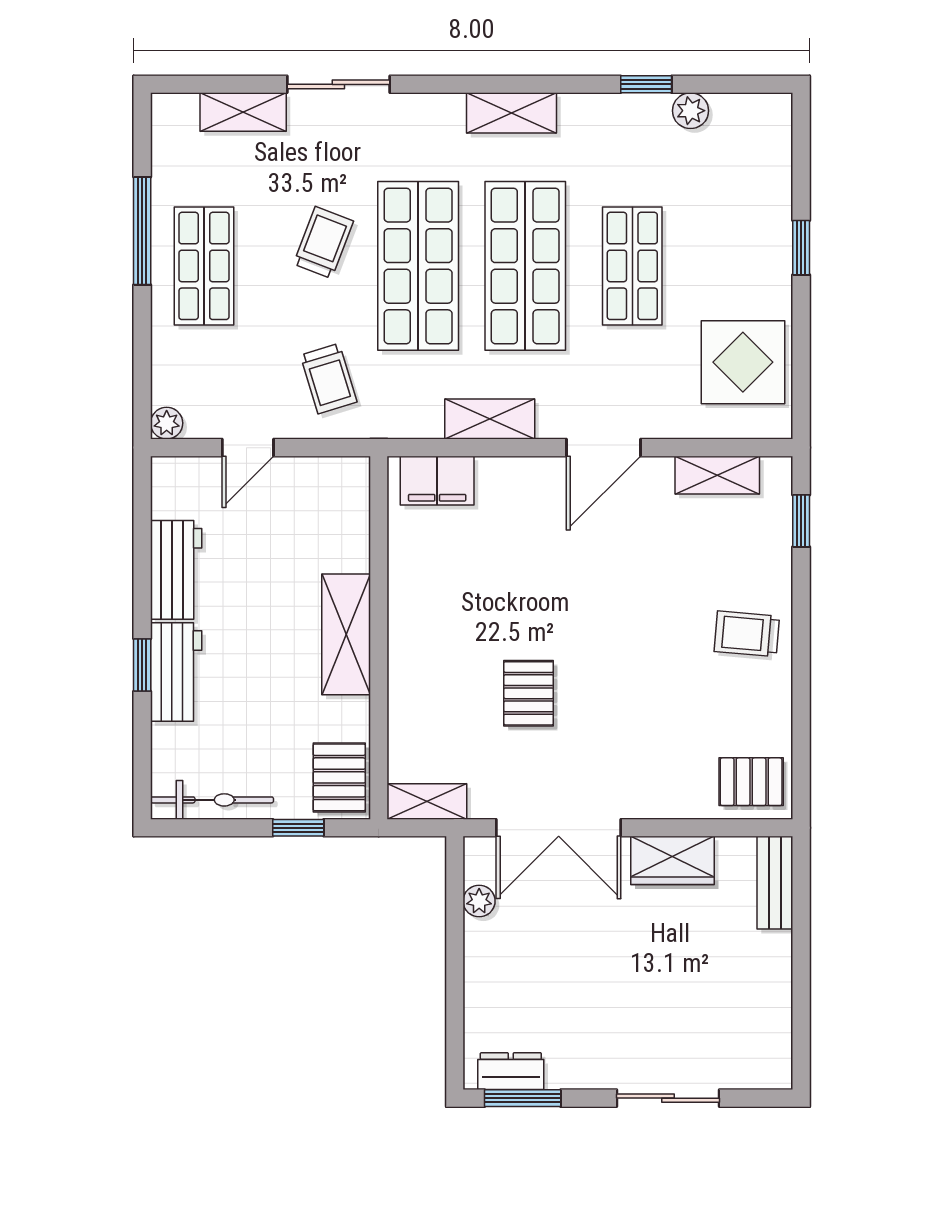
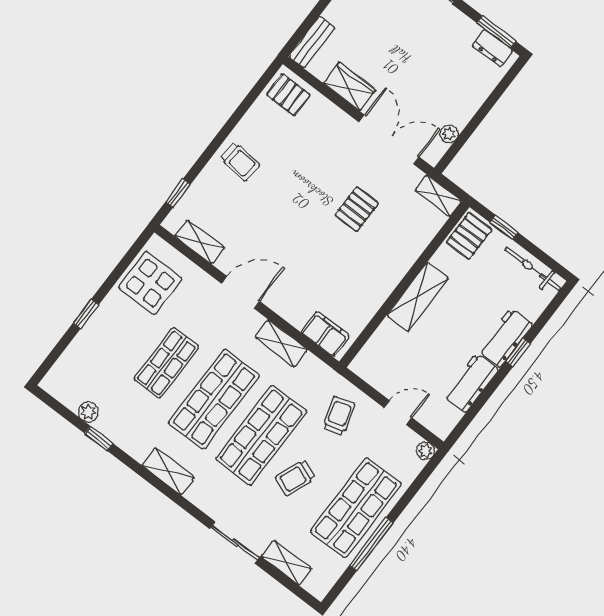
shop shelf: (204, 266) -> (356, 508), width x1.43, depth x1.36

